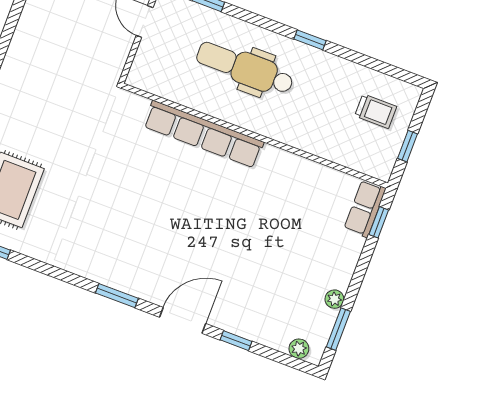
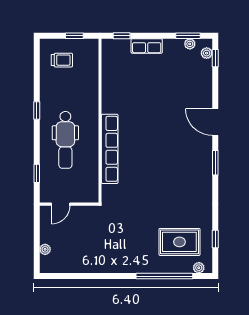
trolley: (376, 111) -> (62, 60), turned 90
row of seats: (365, 209) -> (147, 46), moved
plant: (334, 299) -> (190, 44), moved
window: (236, 341) -> (215, 58), moved

